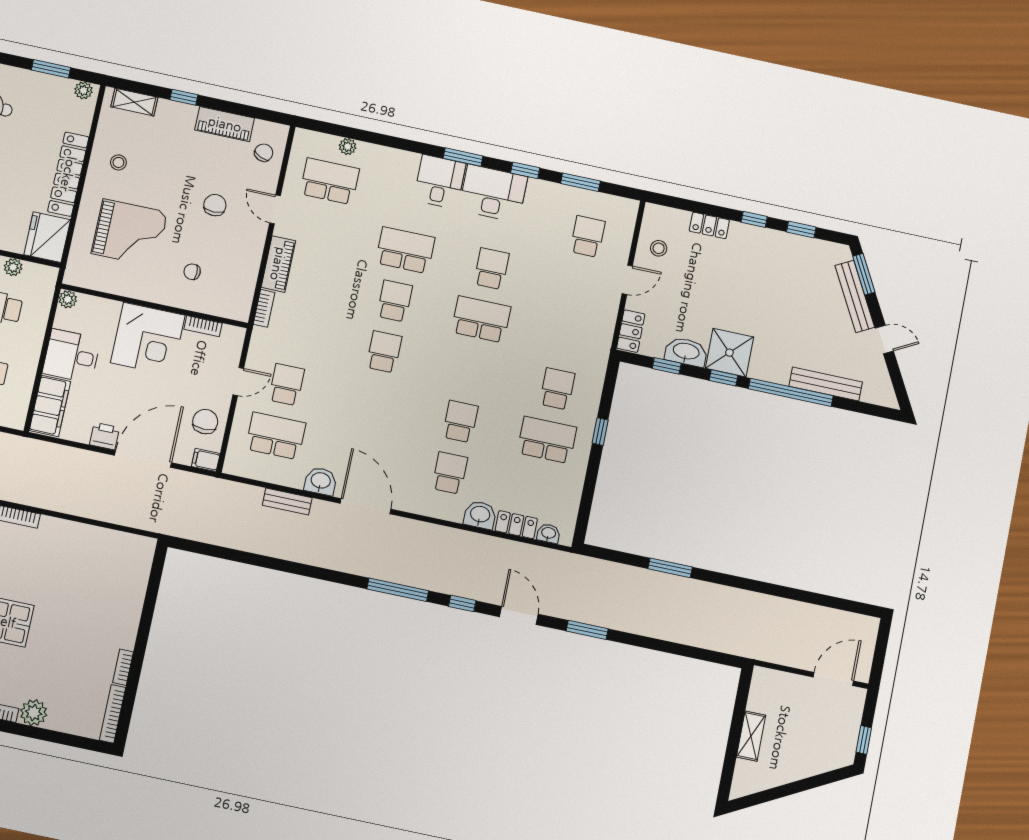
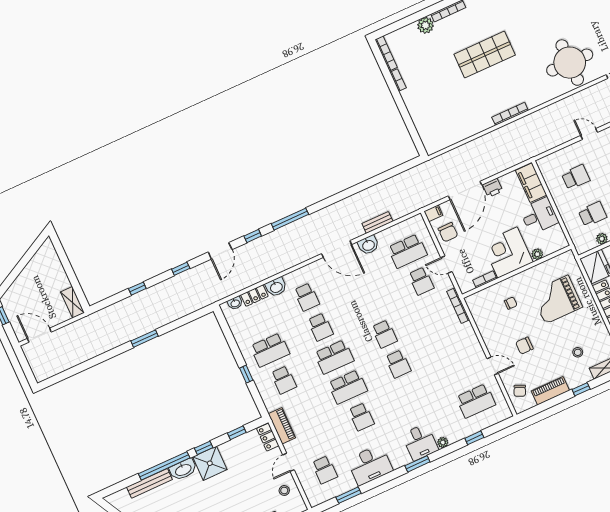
plant: (348, 147) -> (443, 442), moved
stool: (118, 162) -> (578, 352), moved
window: (525, 170) -> (474, 438), moved
desk: (493, 193) -> (370, 465), moved
chair: (215, 205) -> (524, 346), turned 90
school desk: (405, 250) -> (334, 357), moved
piano: (278, 264) -> (282, 426), moved, turned 180
plant: (68, 299) -> (537, 254), moved
bookcase: (264, 308) -> (458, 306), width x1.56
washbasin: (686, 352) -> (183, 470), moved
door: (238, 382) -> (446, 265), hinge flipped
window: (670, 568) -> (144, 339), moved
door: (519, 615) -> (220, 251), hinge flipped
window: (587, 630) -> (181, 269), width x0.67
window: (662, 646) -> (137, 289), added
door: (833, 679) -> (39, 335), swing flipped
shelving: (751, 736) -> (72, 302), moved

